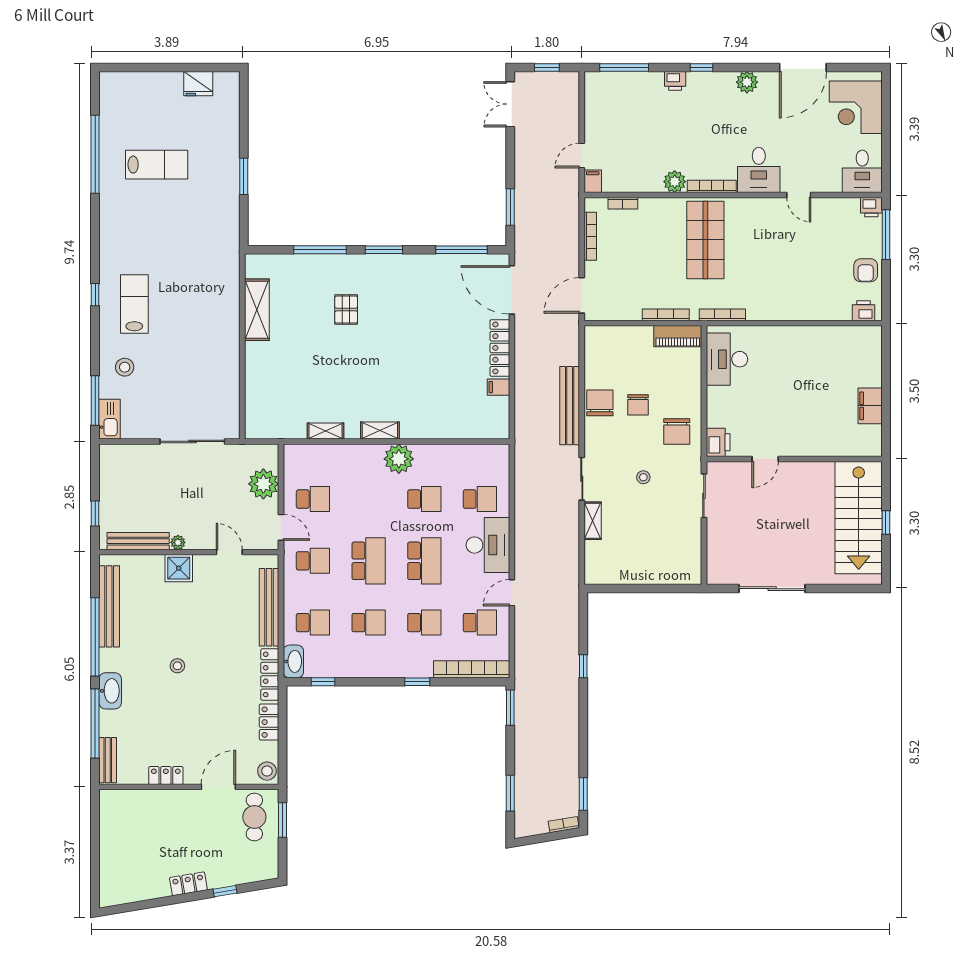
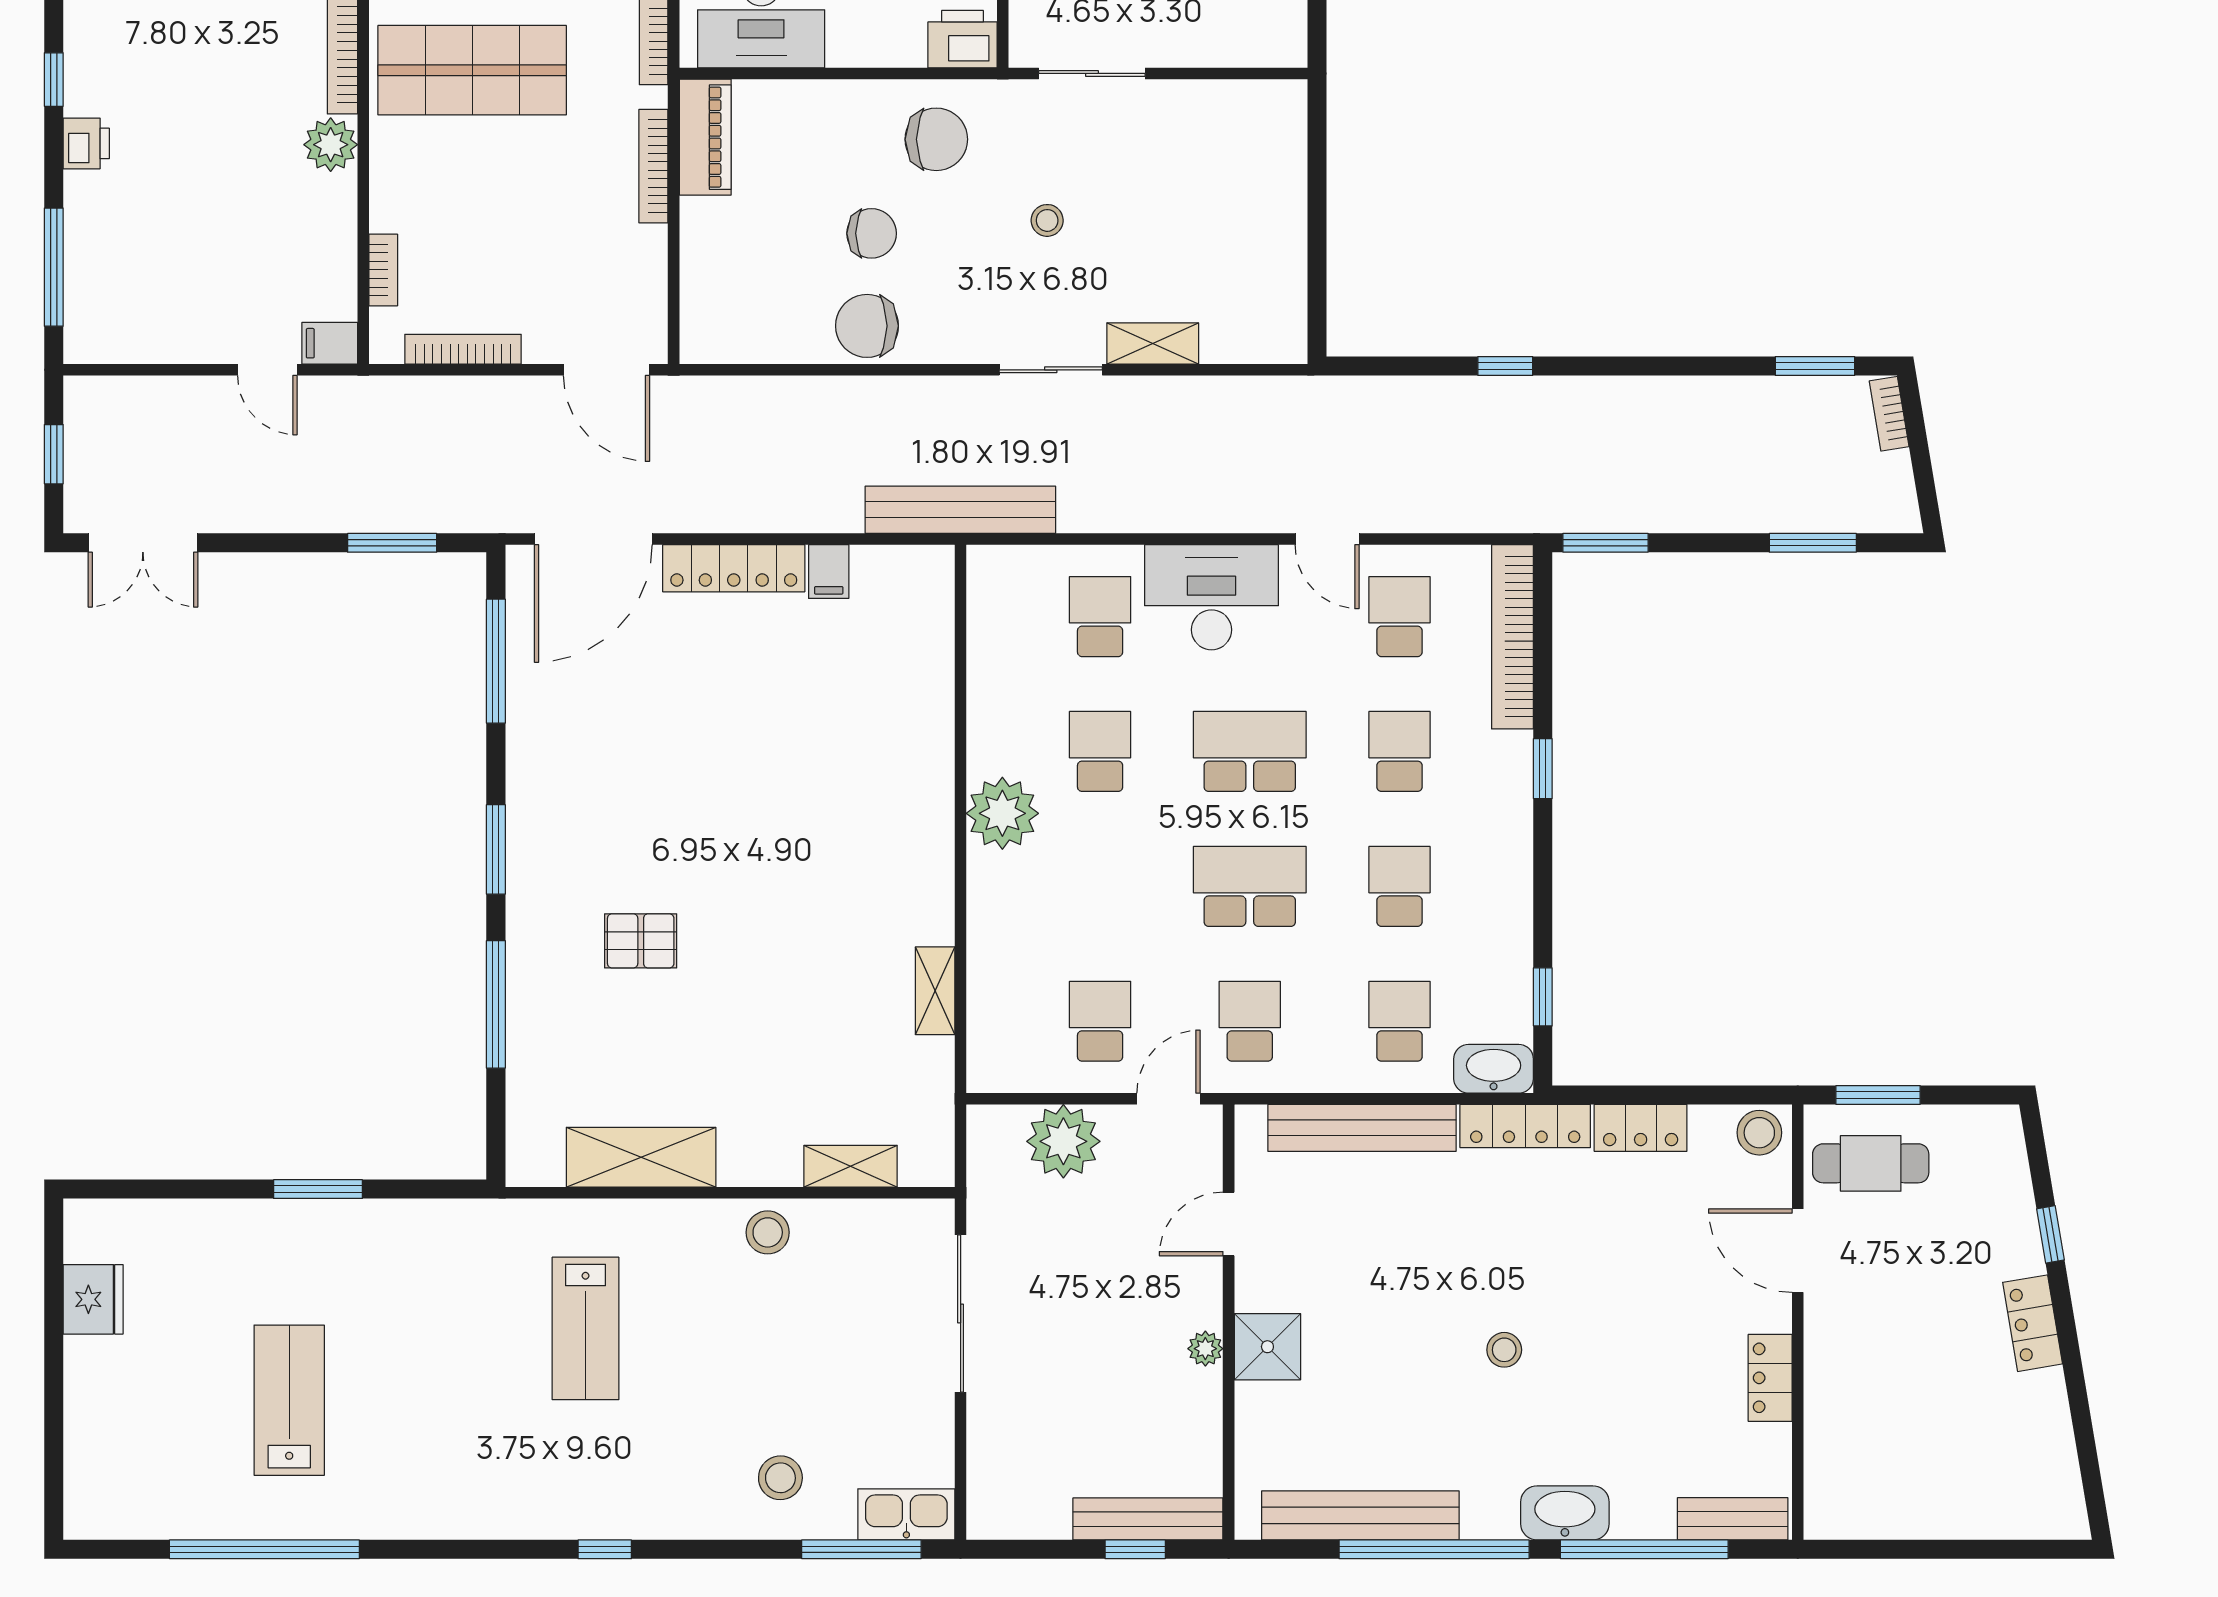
lab bench: (134, 304) -> (586, 1328), moved, turned -90
stool: (226, 362) -> (768, 1232), added
bench: (570, 406) -> (960, 510), moved
shelving: (380, 431) -> (851, 1166), moved, turned 90
bench: (138, 541) -> (1148, 1519), moved, turned 90

